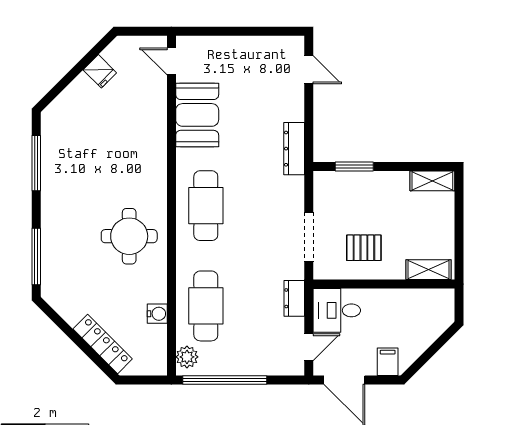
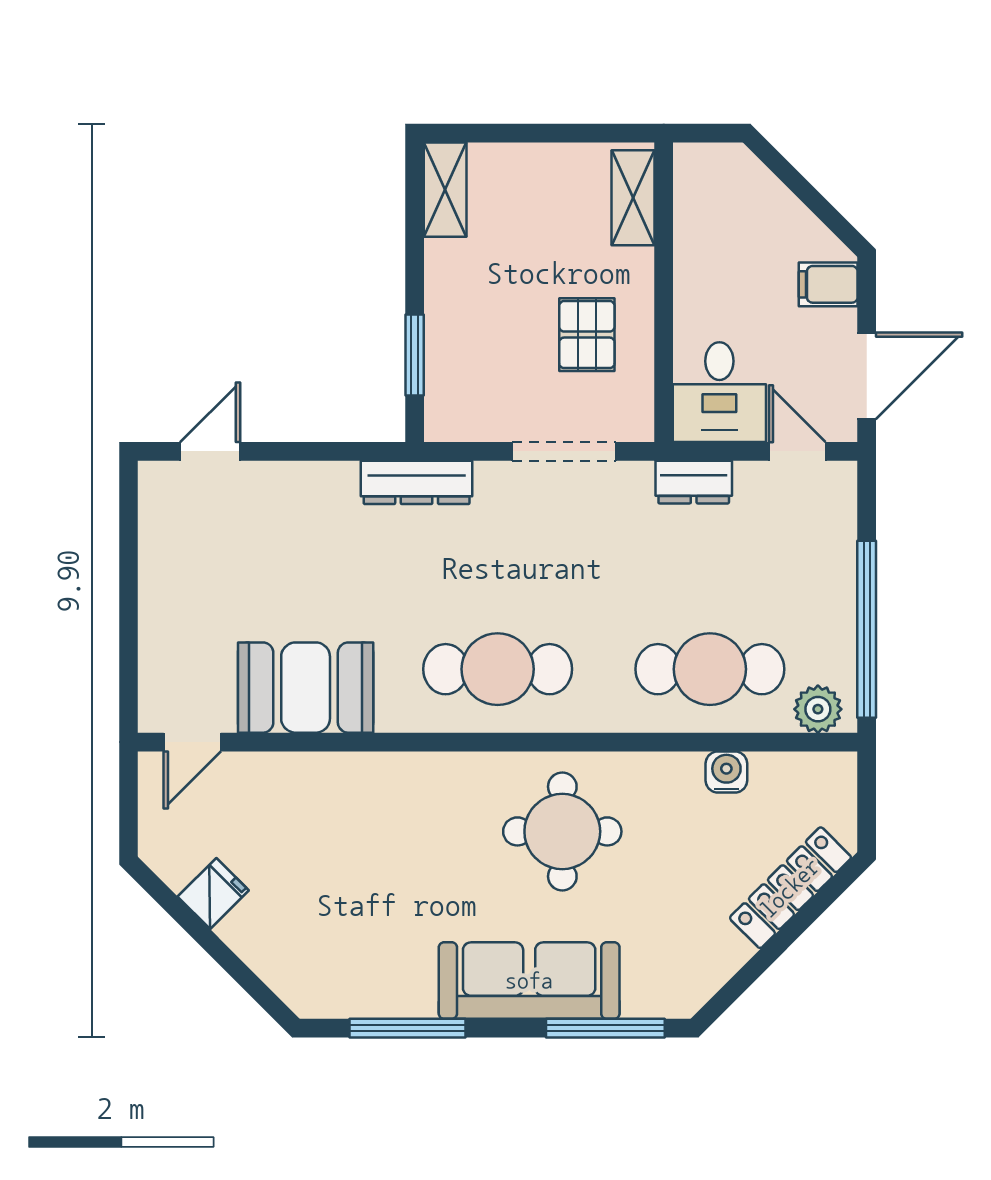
dresser: (294, 149) -> (417, 482), moved
sofa: (59, 221) -> (529, 981), added

